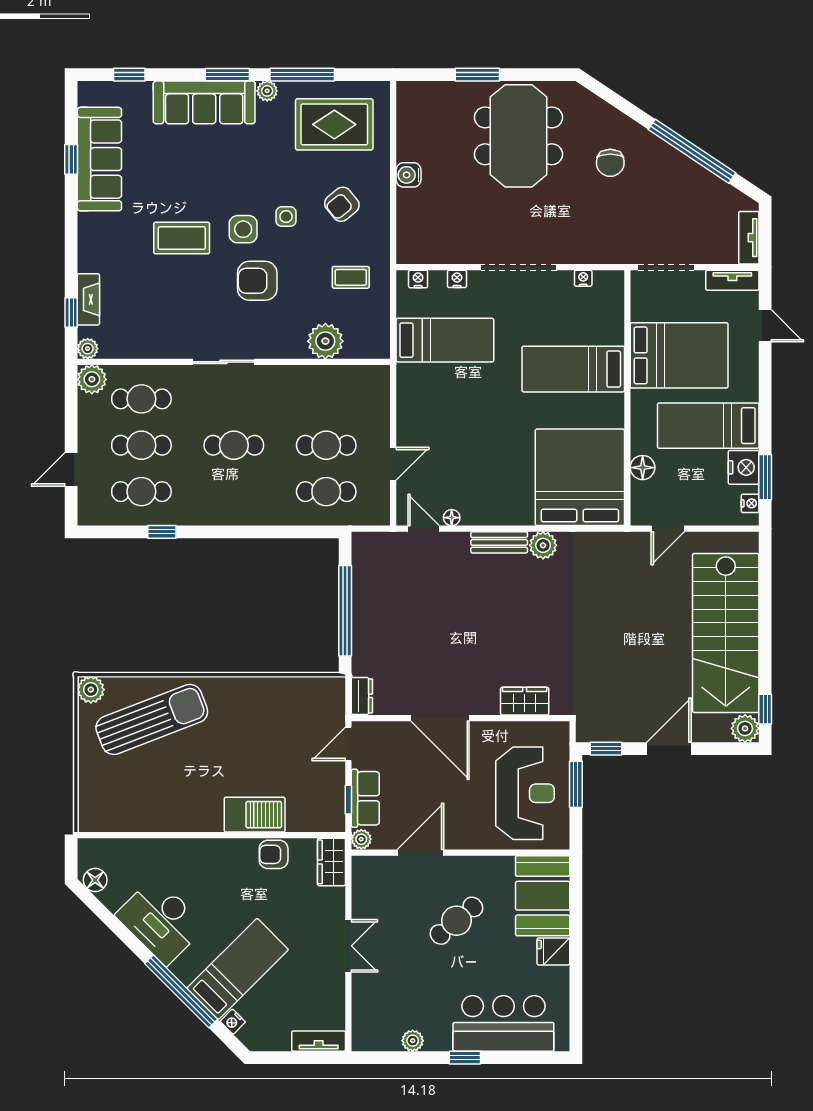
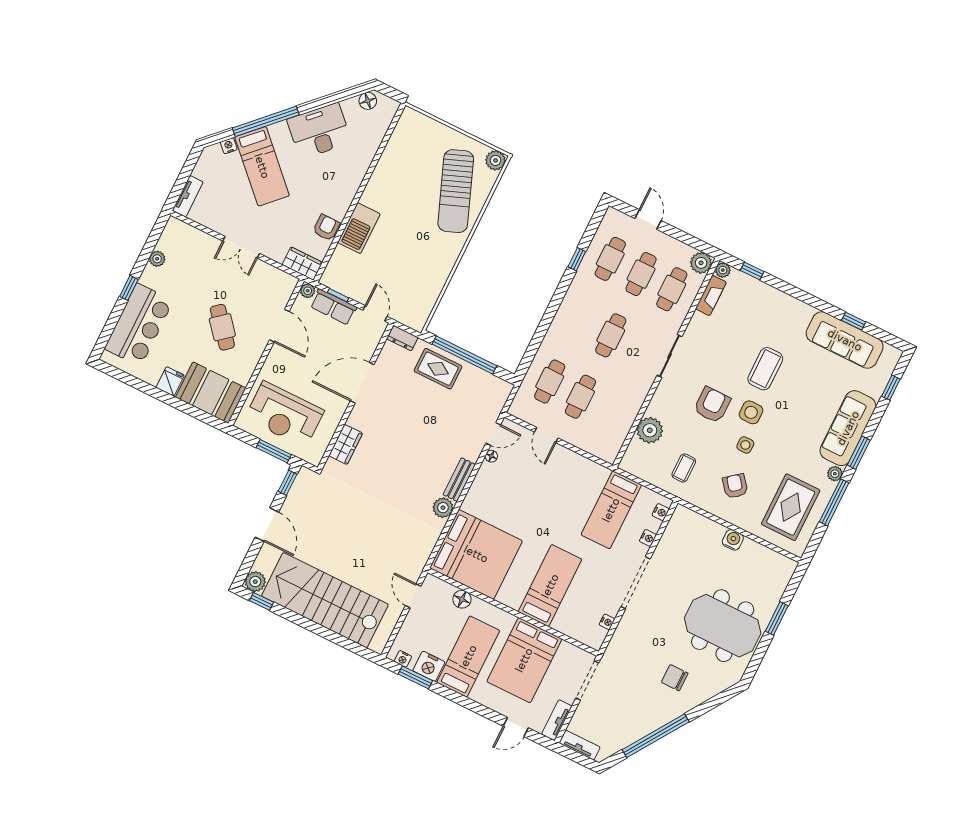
fireplace: (88, 299) -> (711, 295), moved, turned -90
rug: (378, 635) -> (438, 369), added

